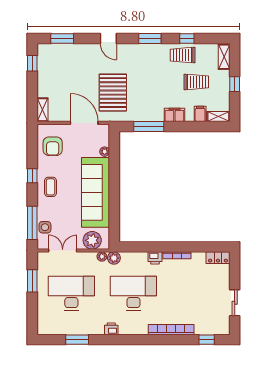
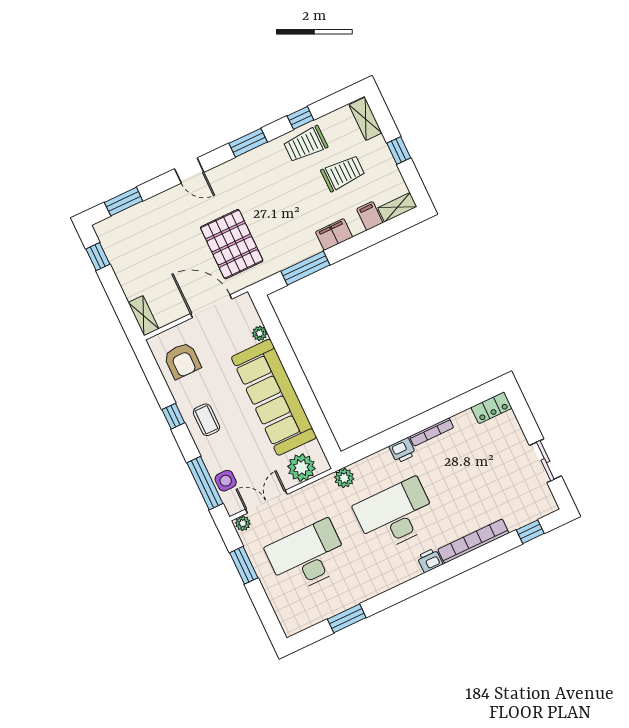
plant: (102, 256) -> (243, 523), moved
printer: (111, 329) -> (430, 560), moved

